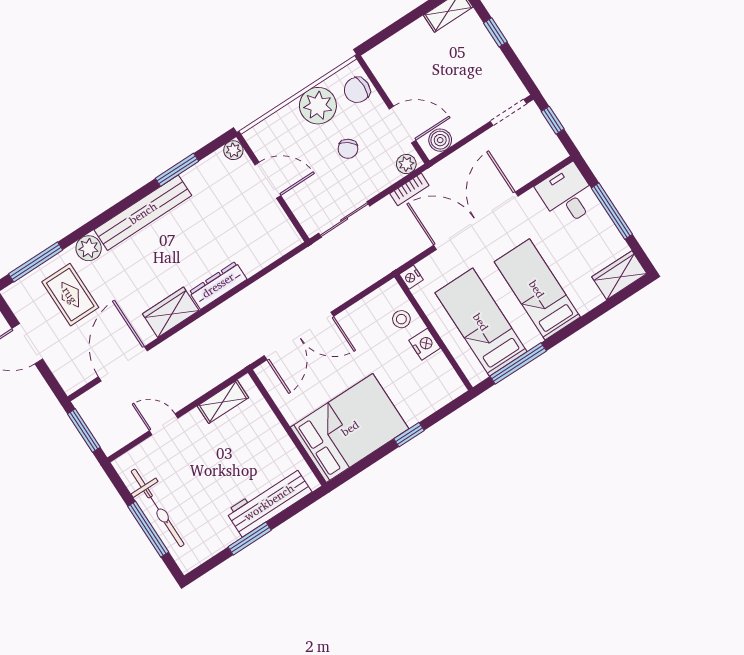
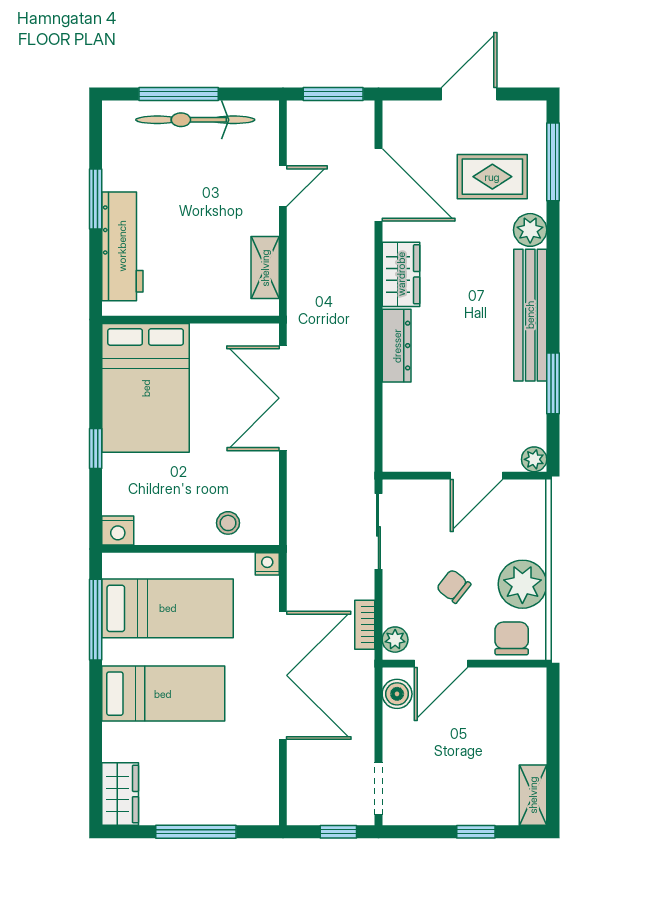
desk: (567, 195) -> (246, 794), removed
nightstand: (425, 344) -> (118, 531), moved

